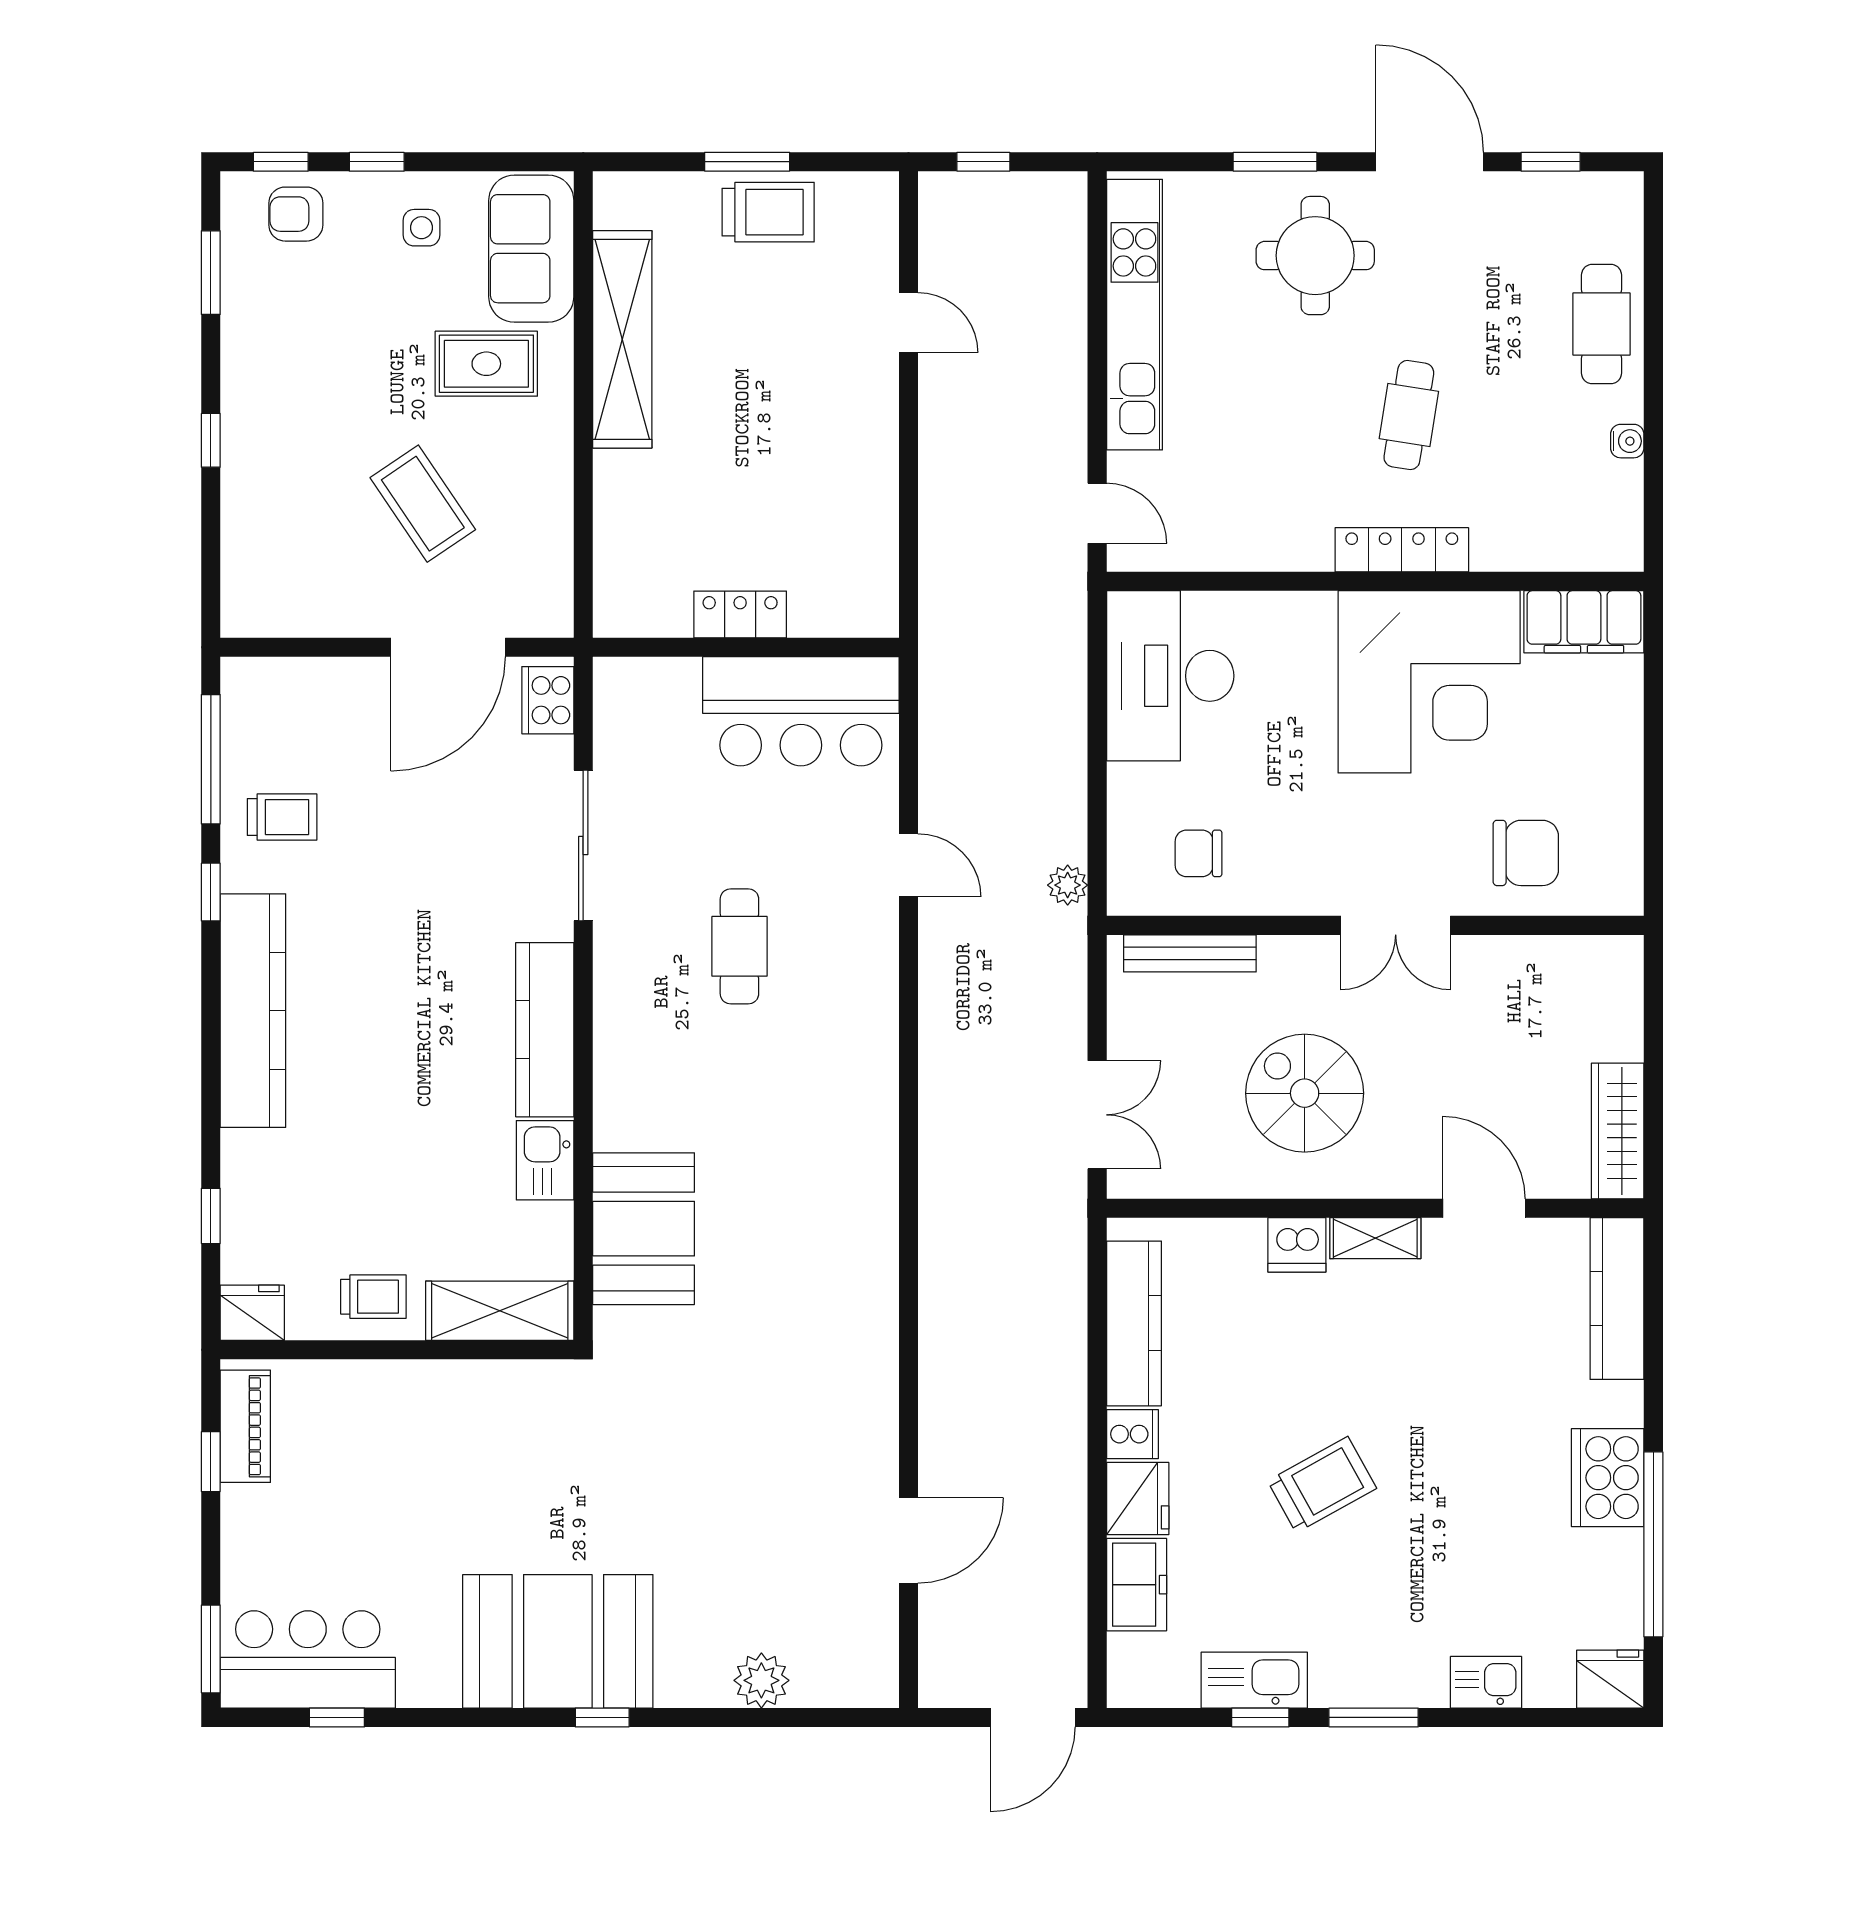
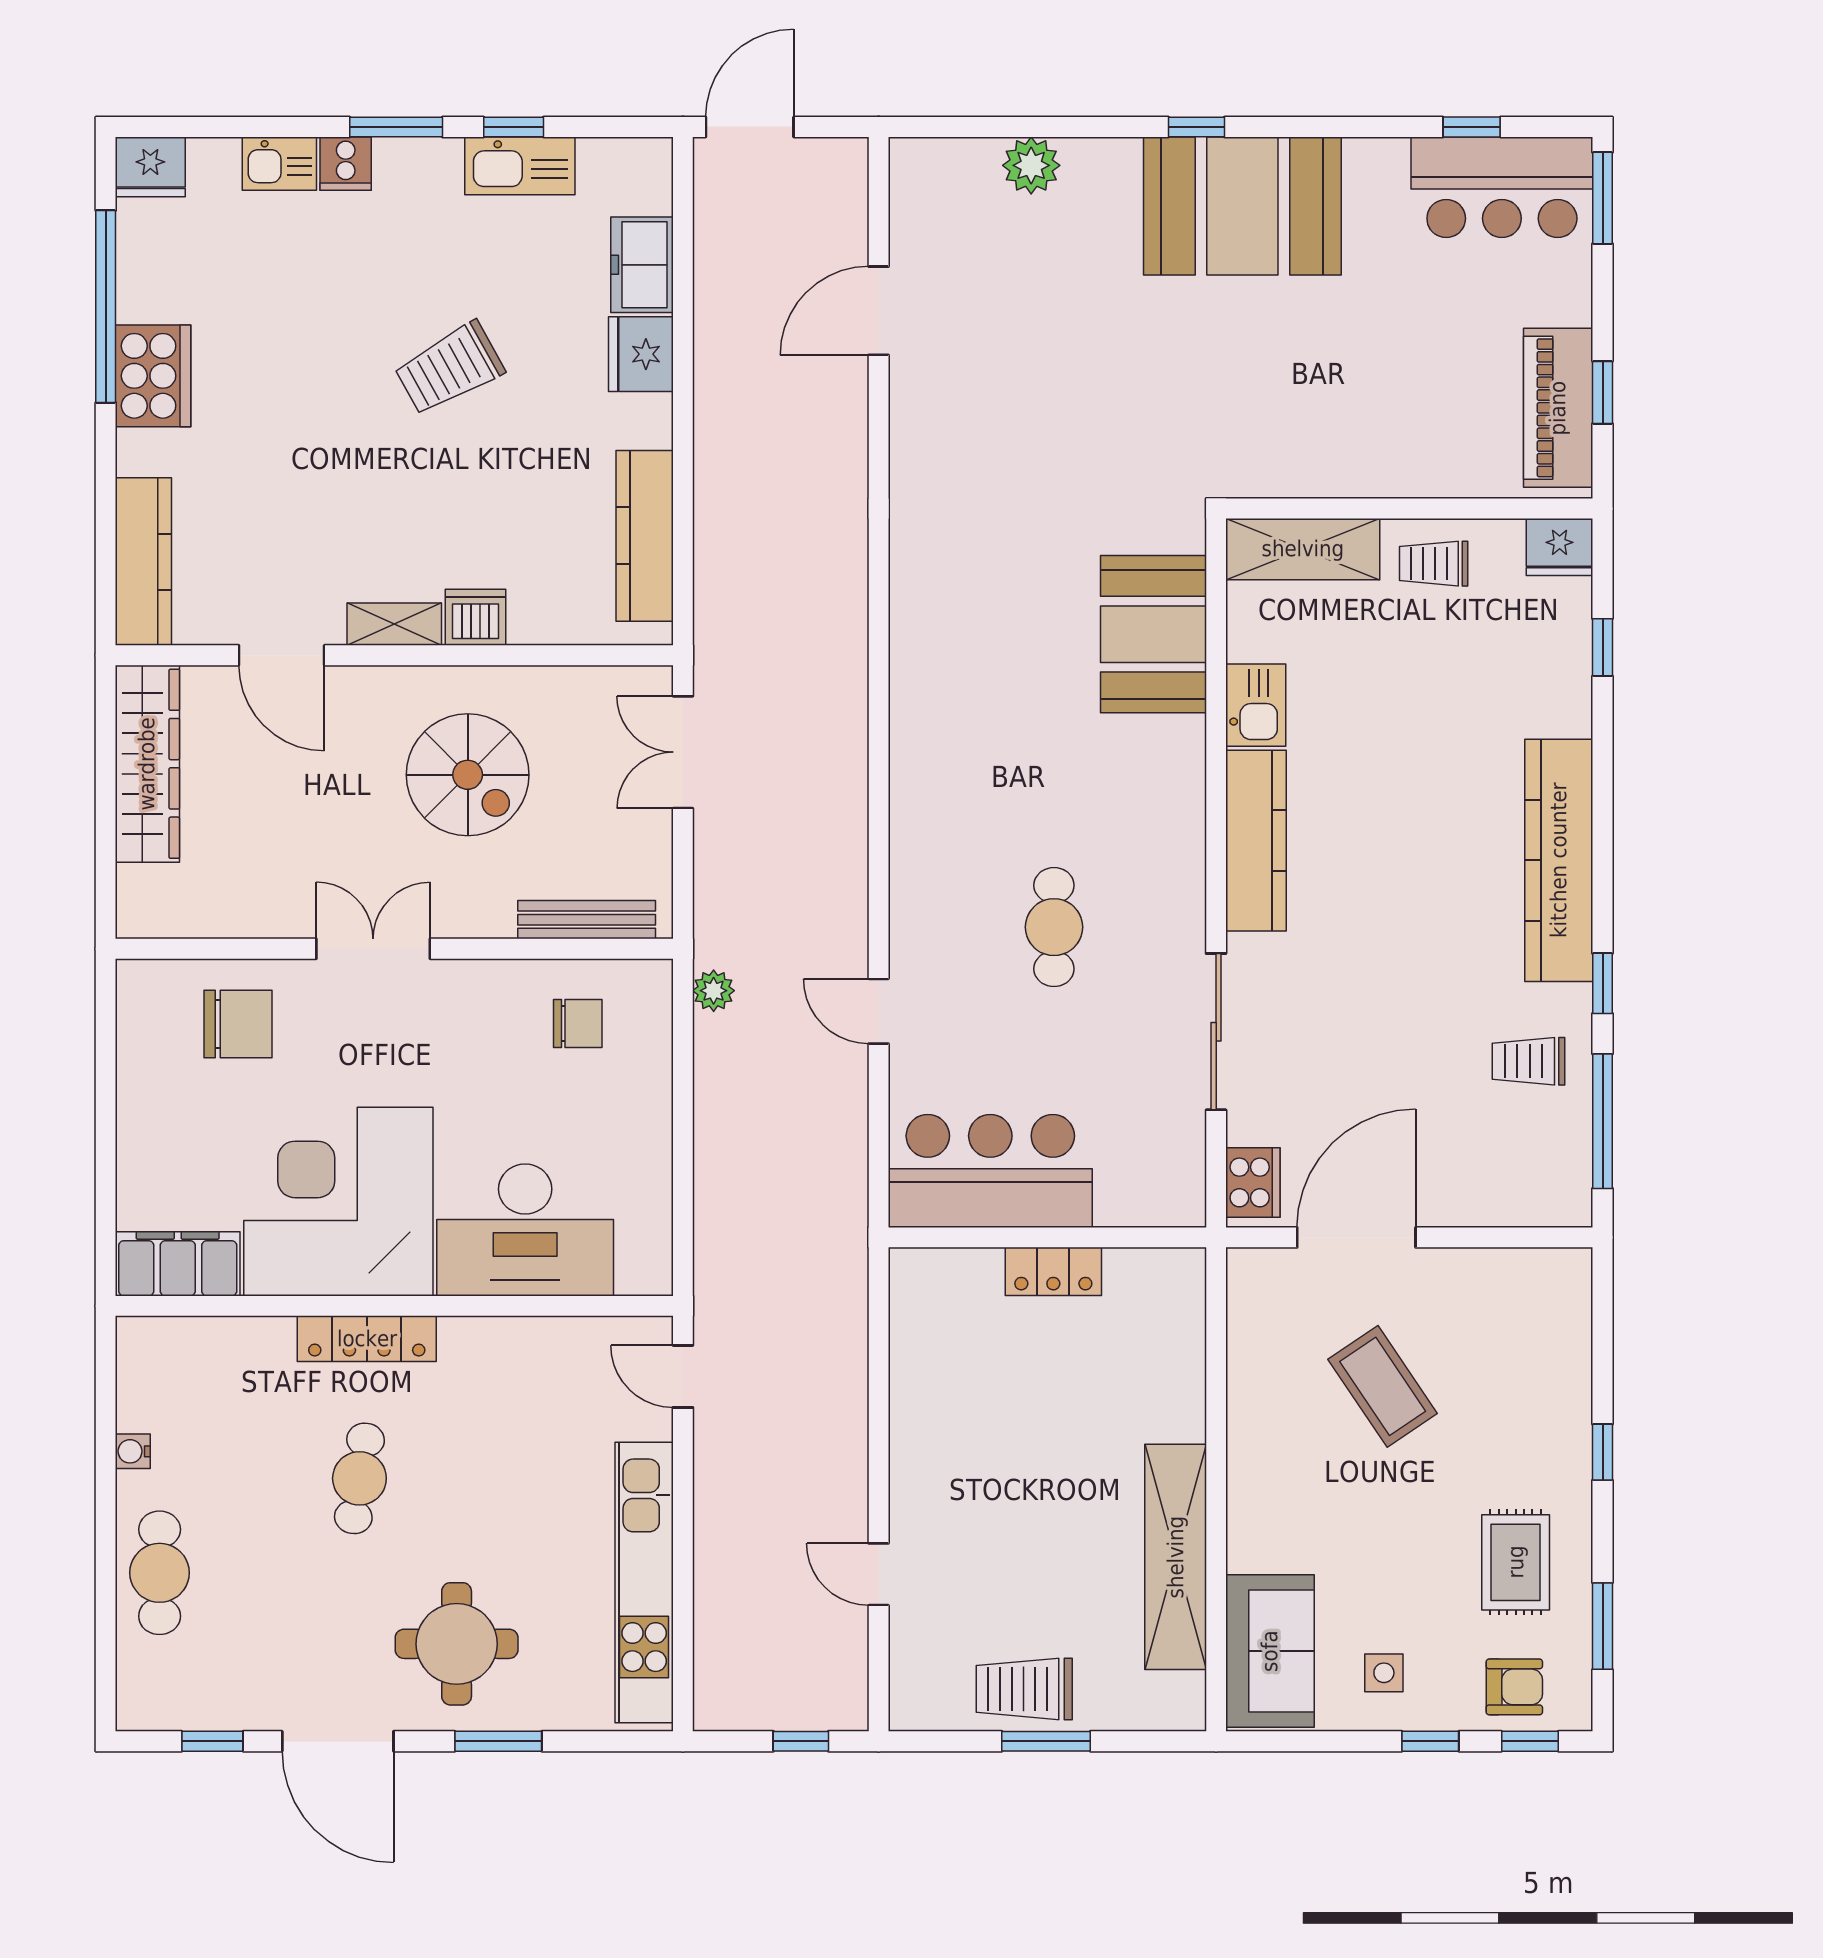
rug: (486, 364) -> (1516, 1562), moved, turned 90
desk: (1170, 676) -> (525, 1230), moved, turned 90
chair: (1526, 853) -> (238, 1024), turned 180
wardrobe: (1618, 1131) -> (147, 764), width x1.40, depth x1.17
piano: (245, 1426) -> (1558, 408), width x1.37, depth x1.33
cooker: (1132, 1434) -> (346, 164), moved, turned -90

